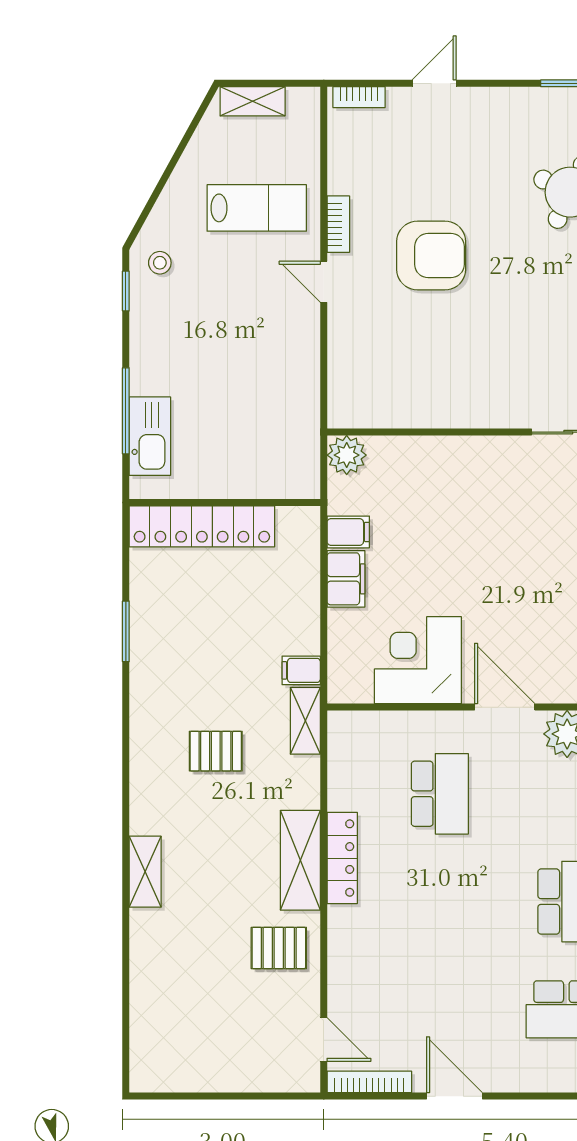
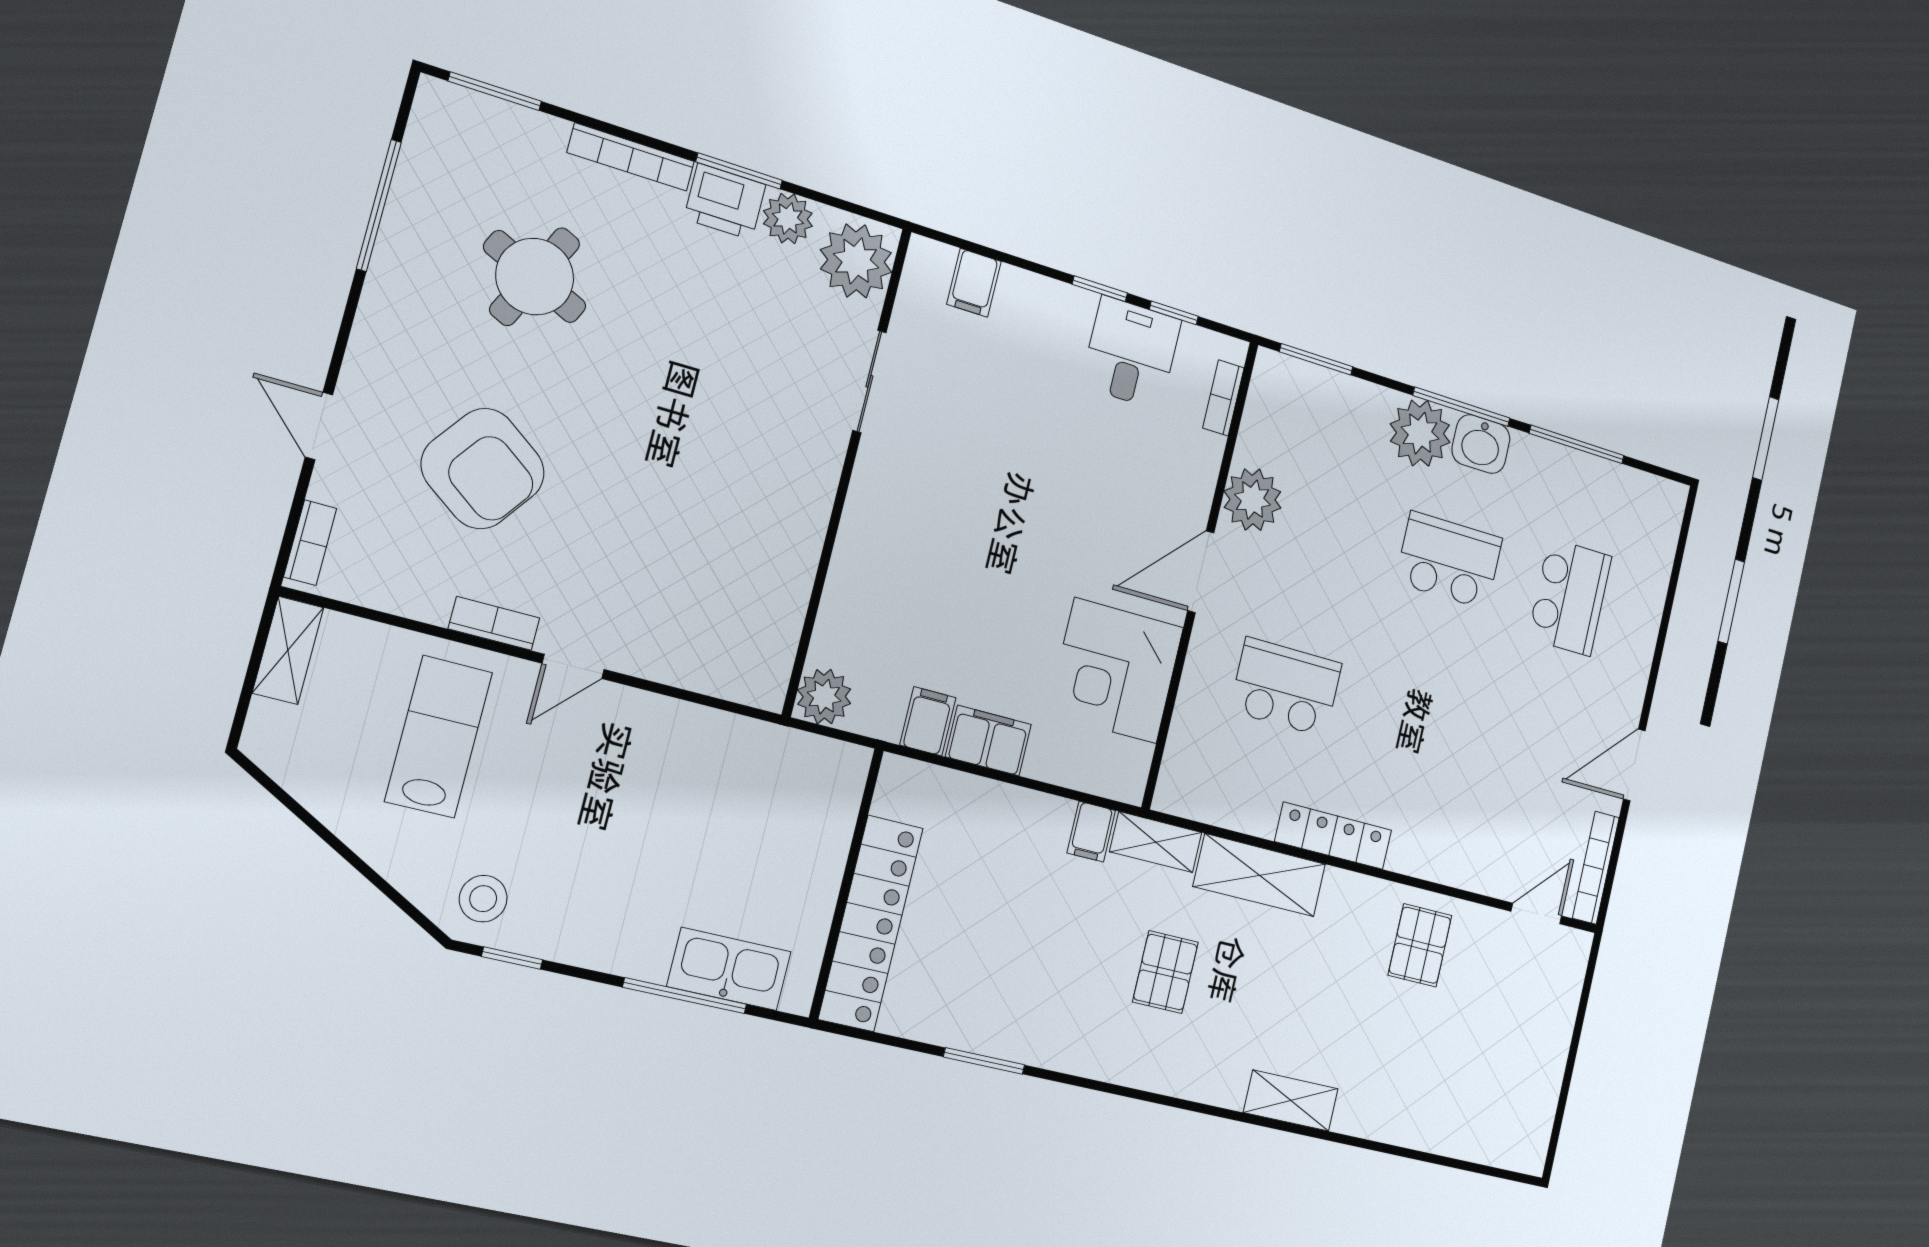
shelving: (253, 101) -> (288, 650), moved
armchair: (431, 256) -> (483, 469), moved, turned 126
stool: (160, 263) -> (483, 899), width x1.37, depth x1.37
shelving: (300, 860) -> (1260, 875), moved

